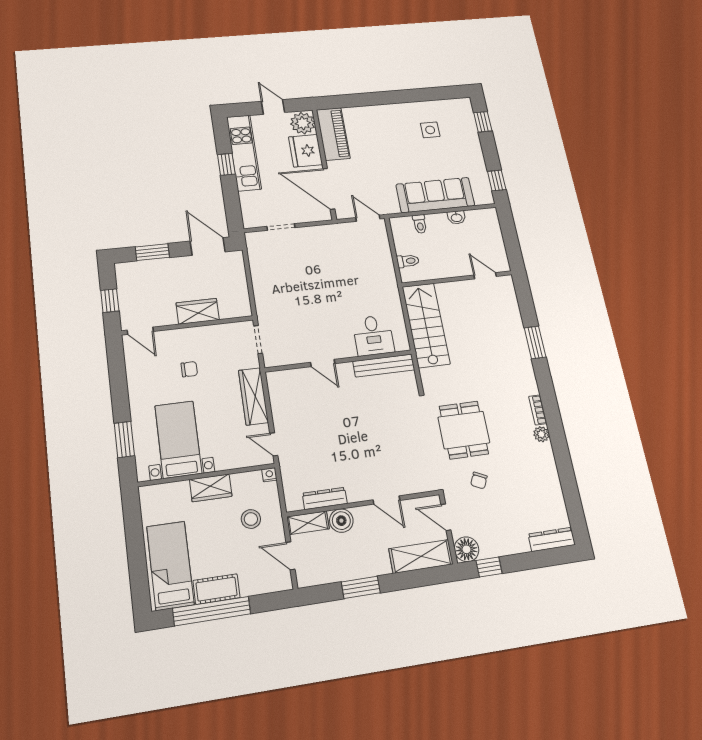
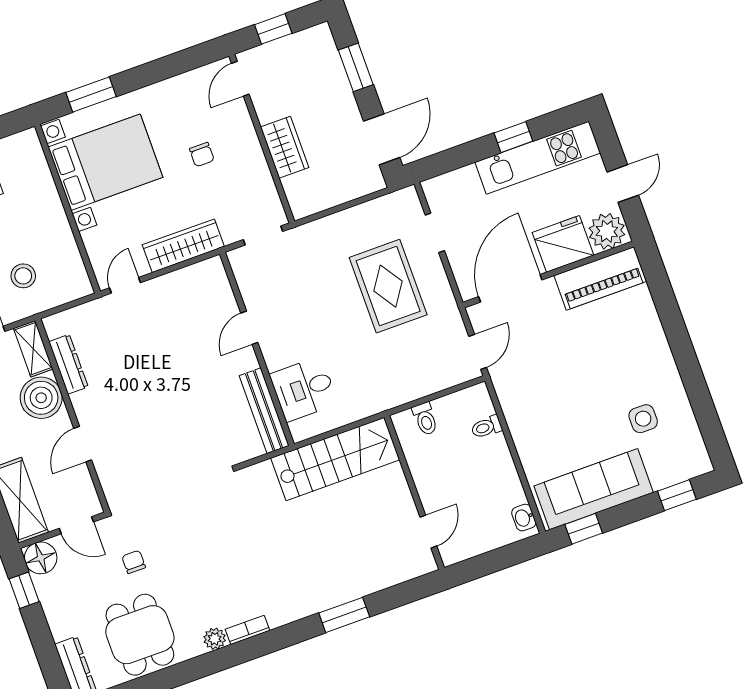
sofa: (435, 195) -> (594, 489), moved, turned -90
washbasin: (457, 217) -> (524, 518), moved
rug: (312, 265) -> (388, 286), added
dining table: (464, 430) -> (140, 635), moved, turned 90
bed with nightstands: (178, 439) -> (105, 162), width x1.36
nightstand: (269, 475) -> (84, 288), removed
chair: (479, 481) -> (134, 562), turned 65
wardrobe: (211, 488) -> (52, 217), removed
door: (446, 517) -> (76, 525), swing flipped
boiler: (341, 521) -> (41, 398), width x1.37, depth x1.37

